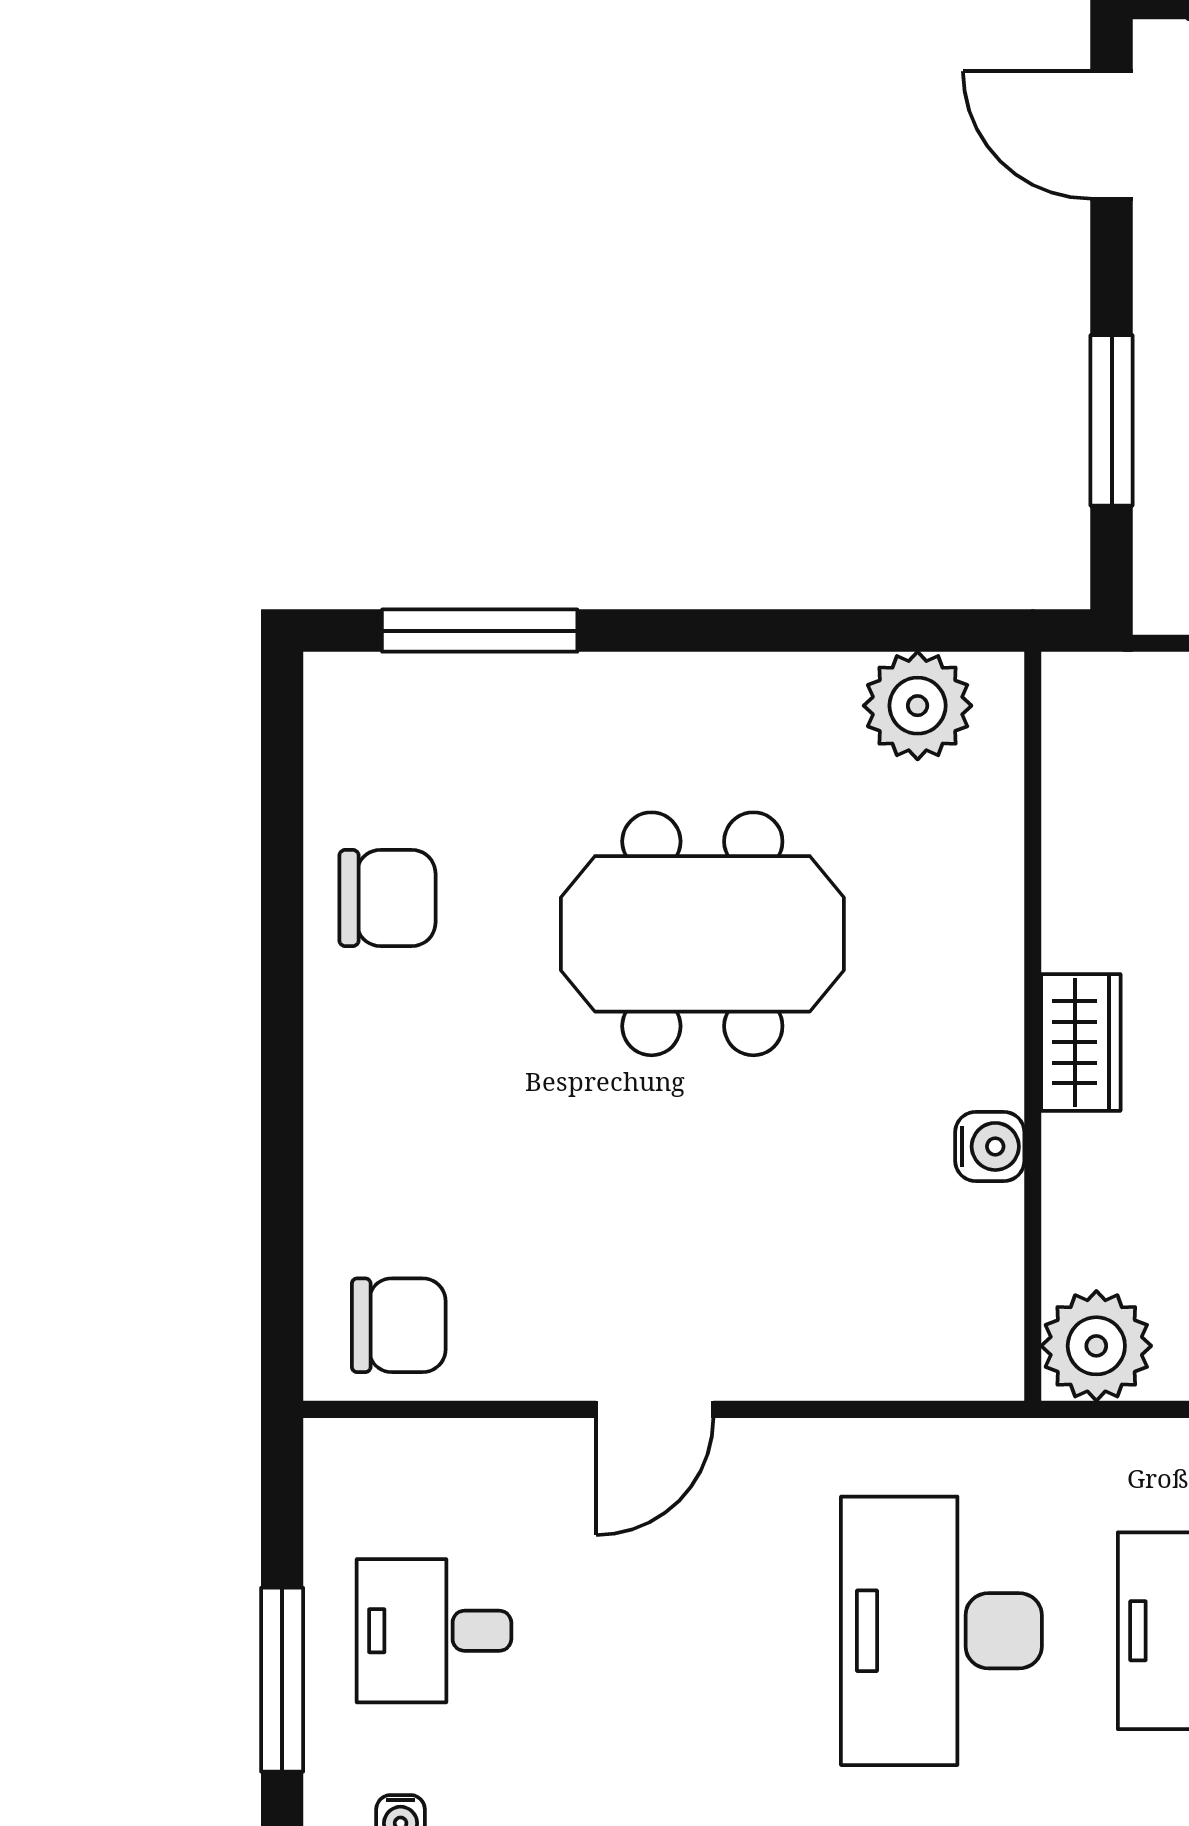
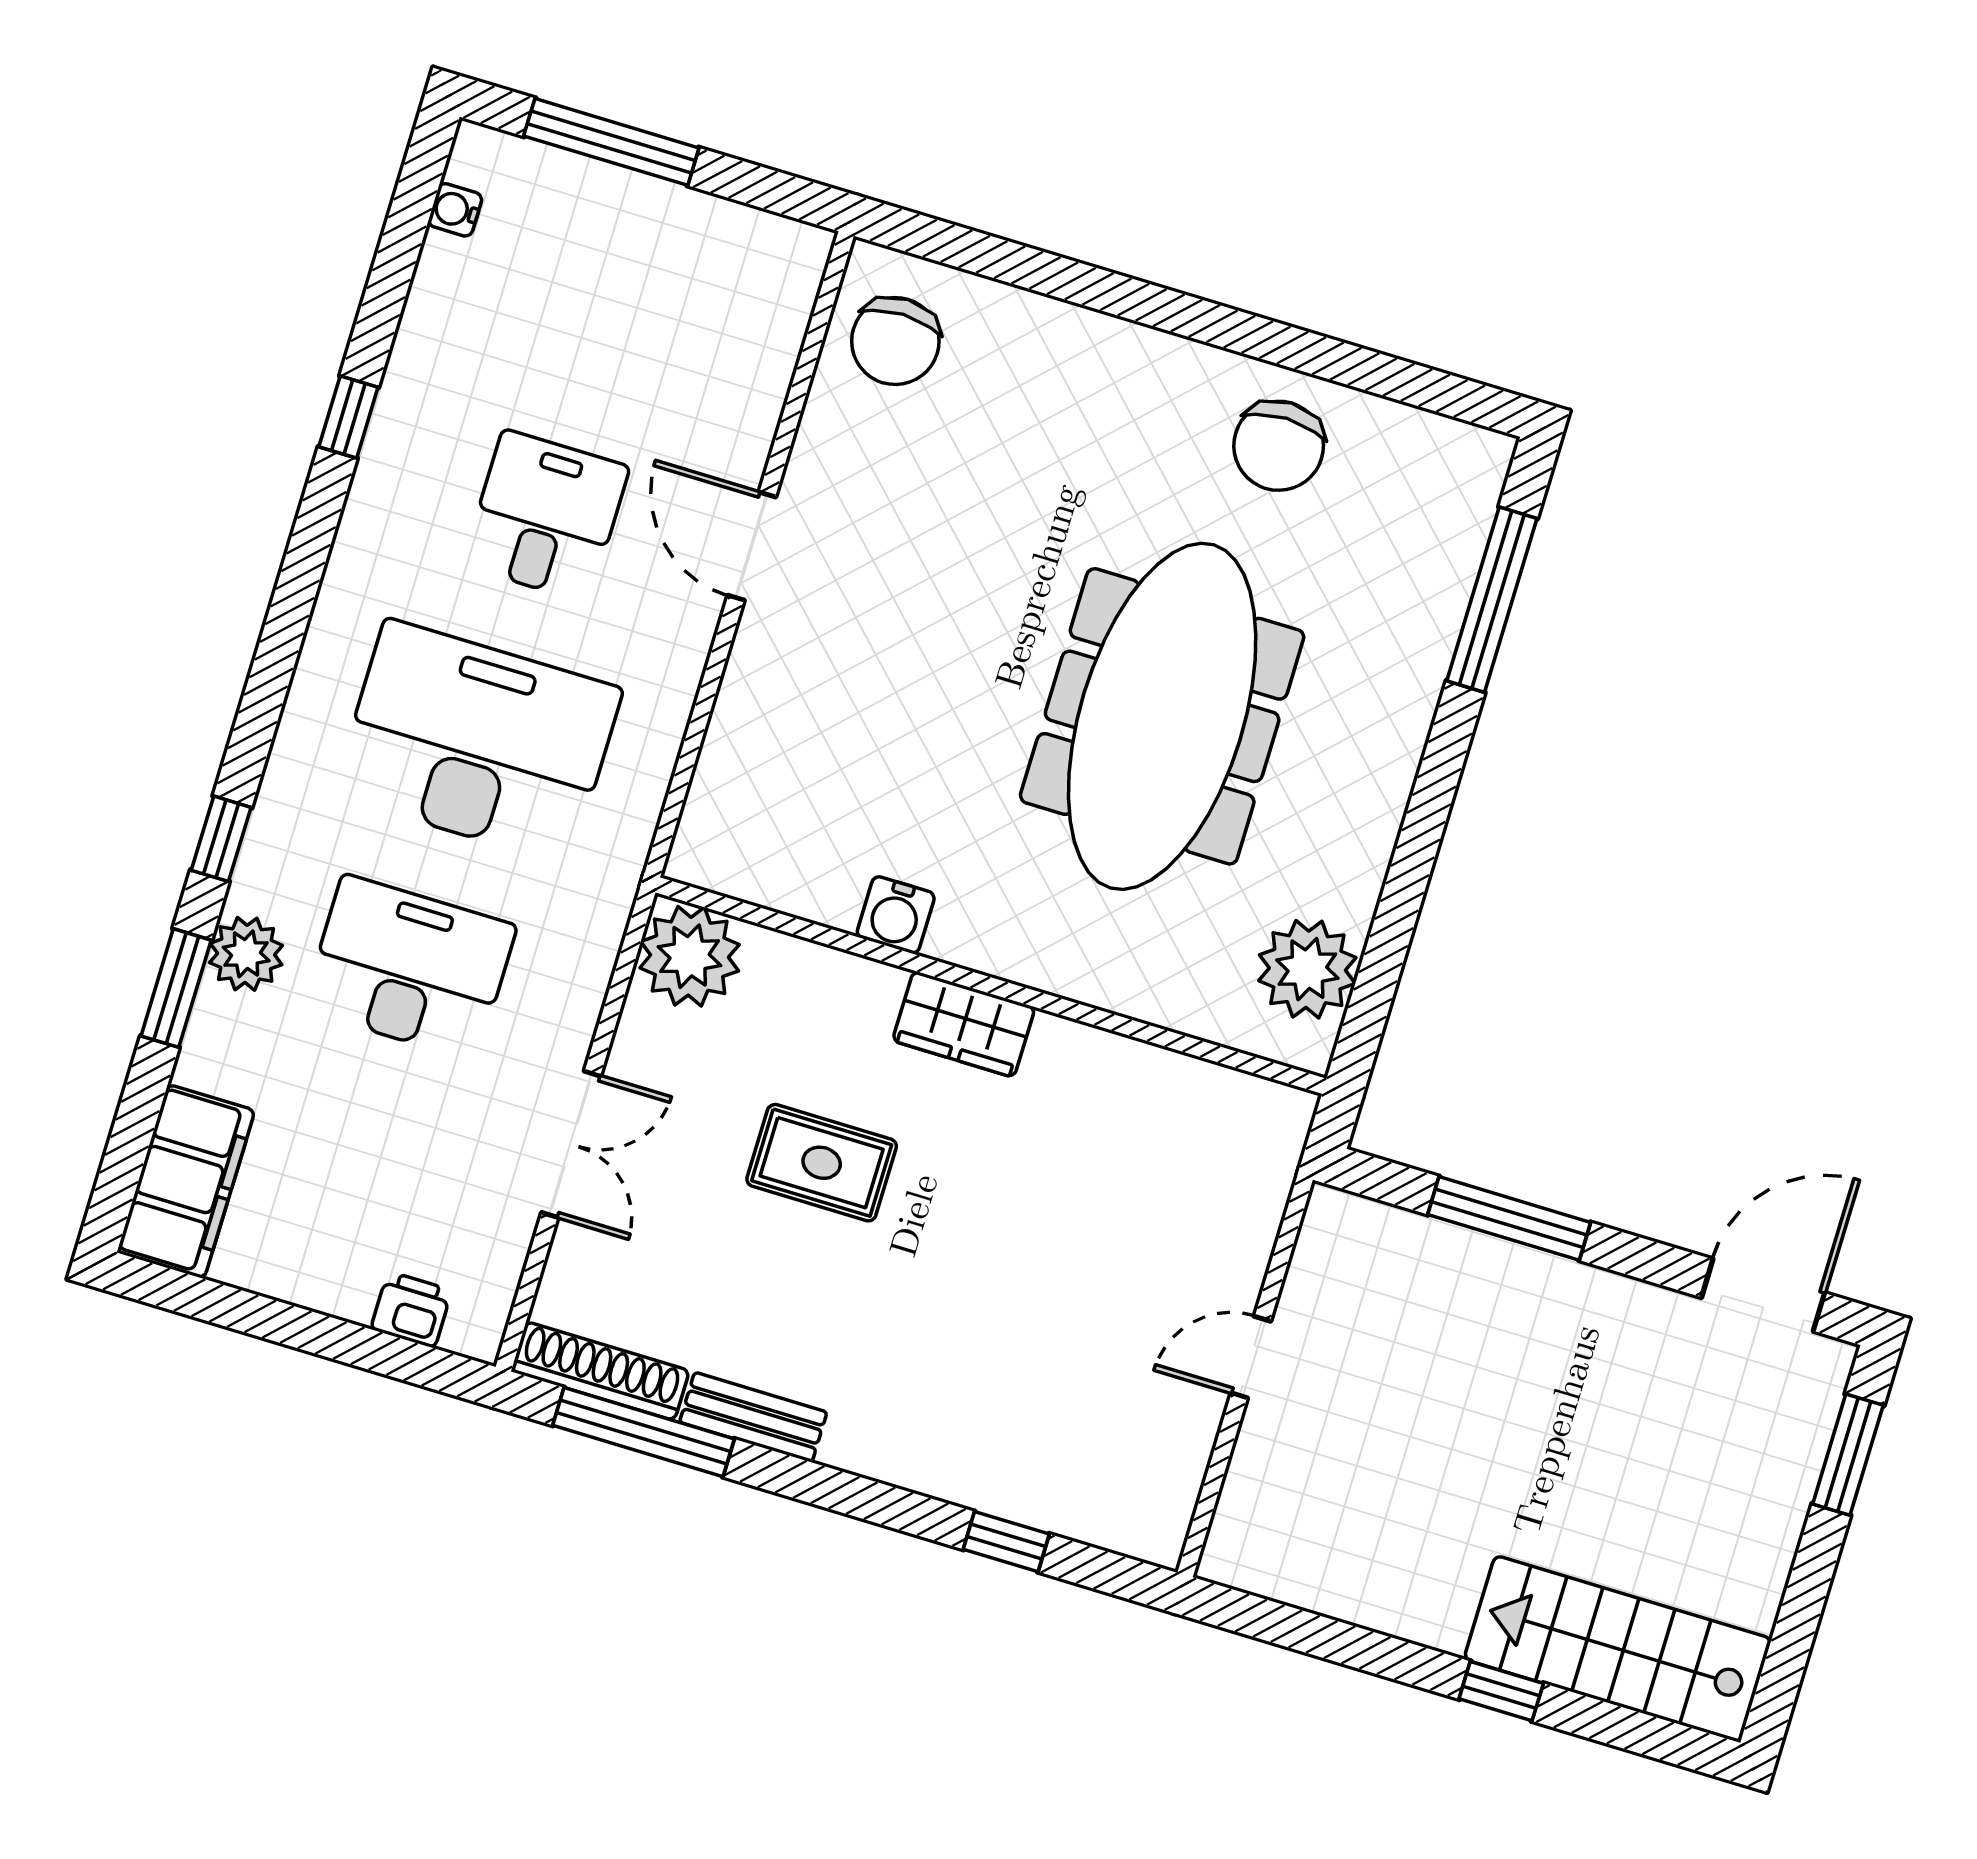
meeting table: (702, 934) -> (1162, 716), width x1.36
desk: (434, 1631) -> (546, 516), moved

